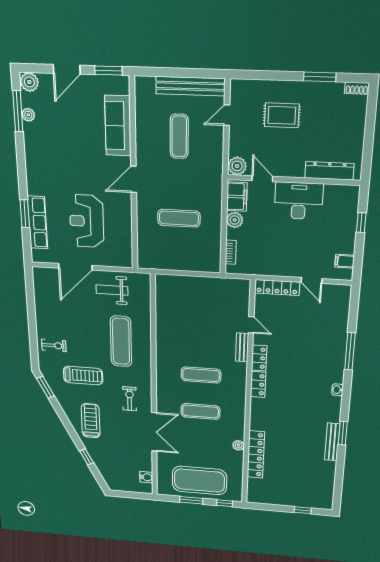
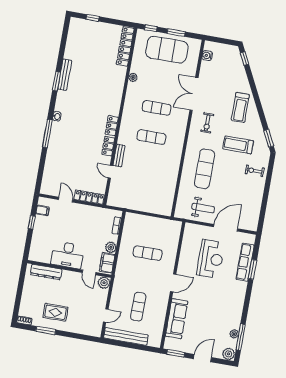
rug: (282, 115) -> (55, 312), moved
window: (361, 223) -> (32, 222), moved
window: (350, 351) -> (47, 133), moved
locker: (256, 455) -> (125, 46), moved
window: (87, 457) -> (245, 59), moved

